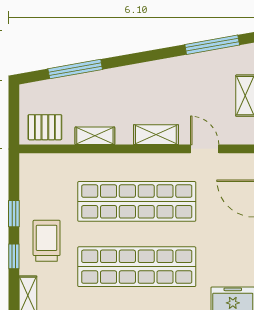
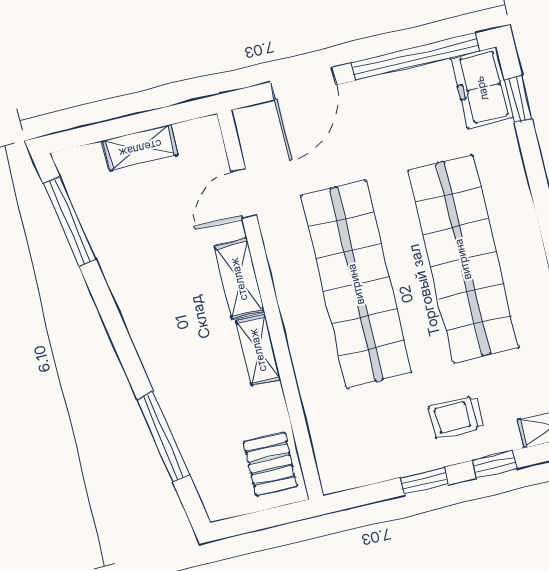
shelving: (95, 136) -> (258, 350), moved
trolley: (47, 241) -> (456, 417), width x0.73, depth x0.72

